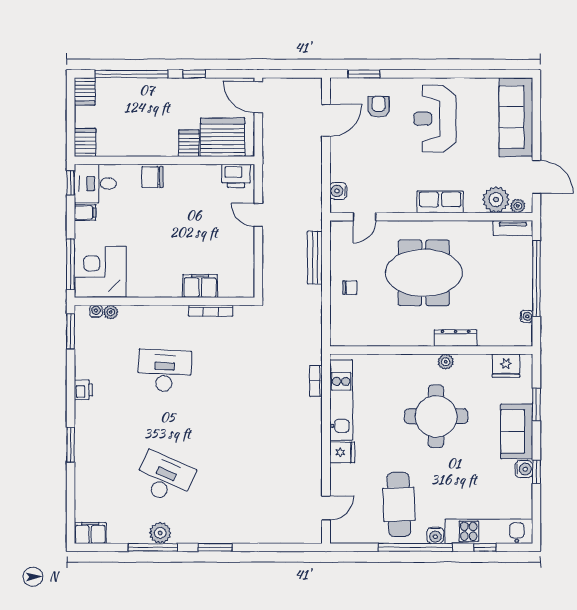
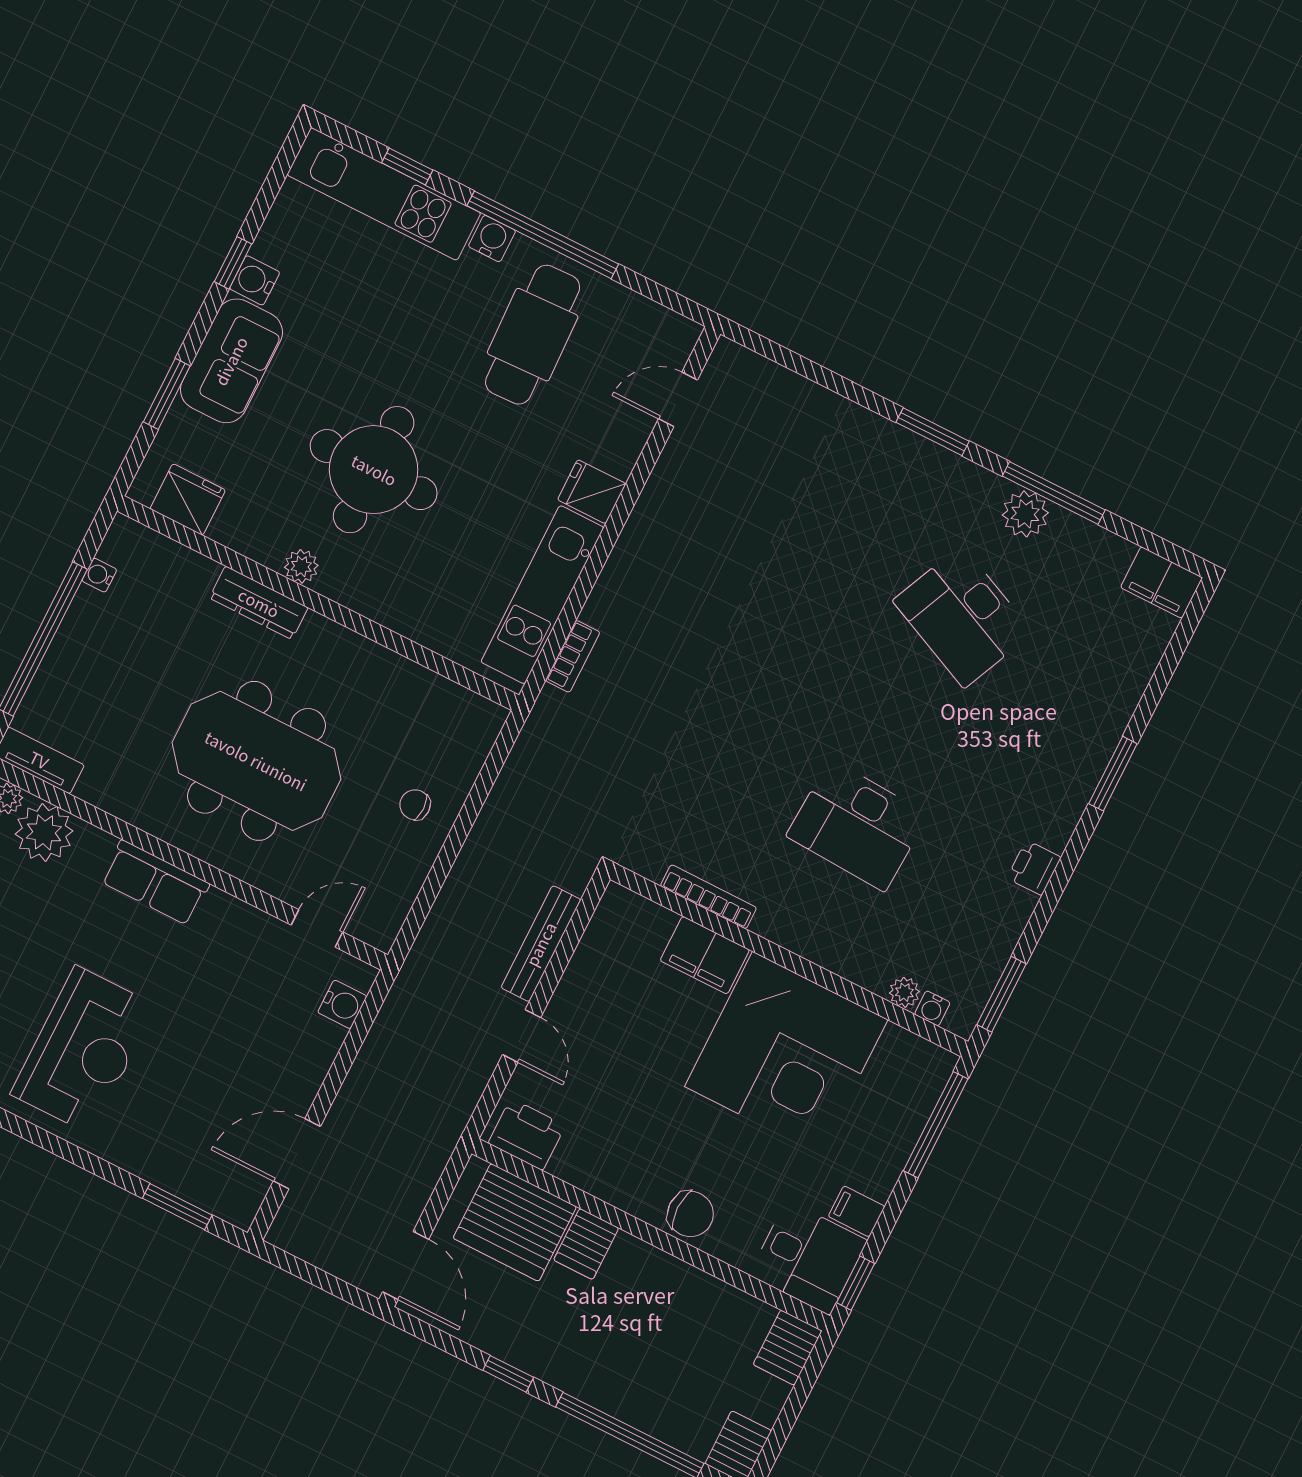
armchair: (379, 107) -> (181, 1129), removed
bench: (315, 258) -> (541, 944), moved
corner desk: (100, 272) -> (786, 1053), moved, width x1.36, depth x1.36

